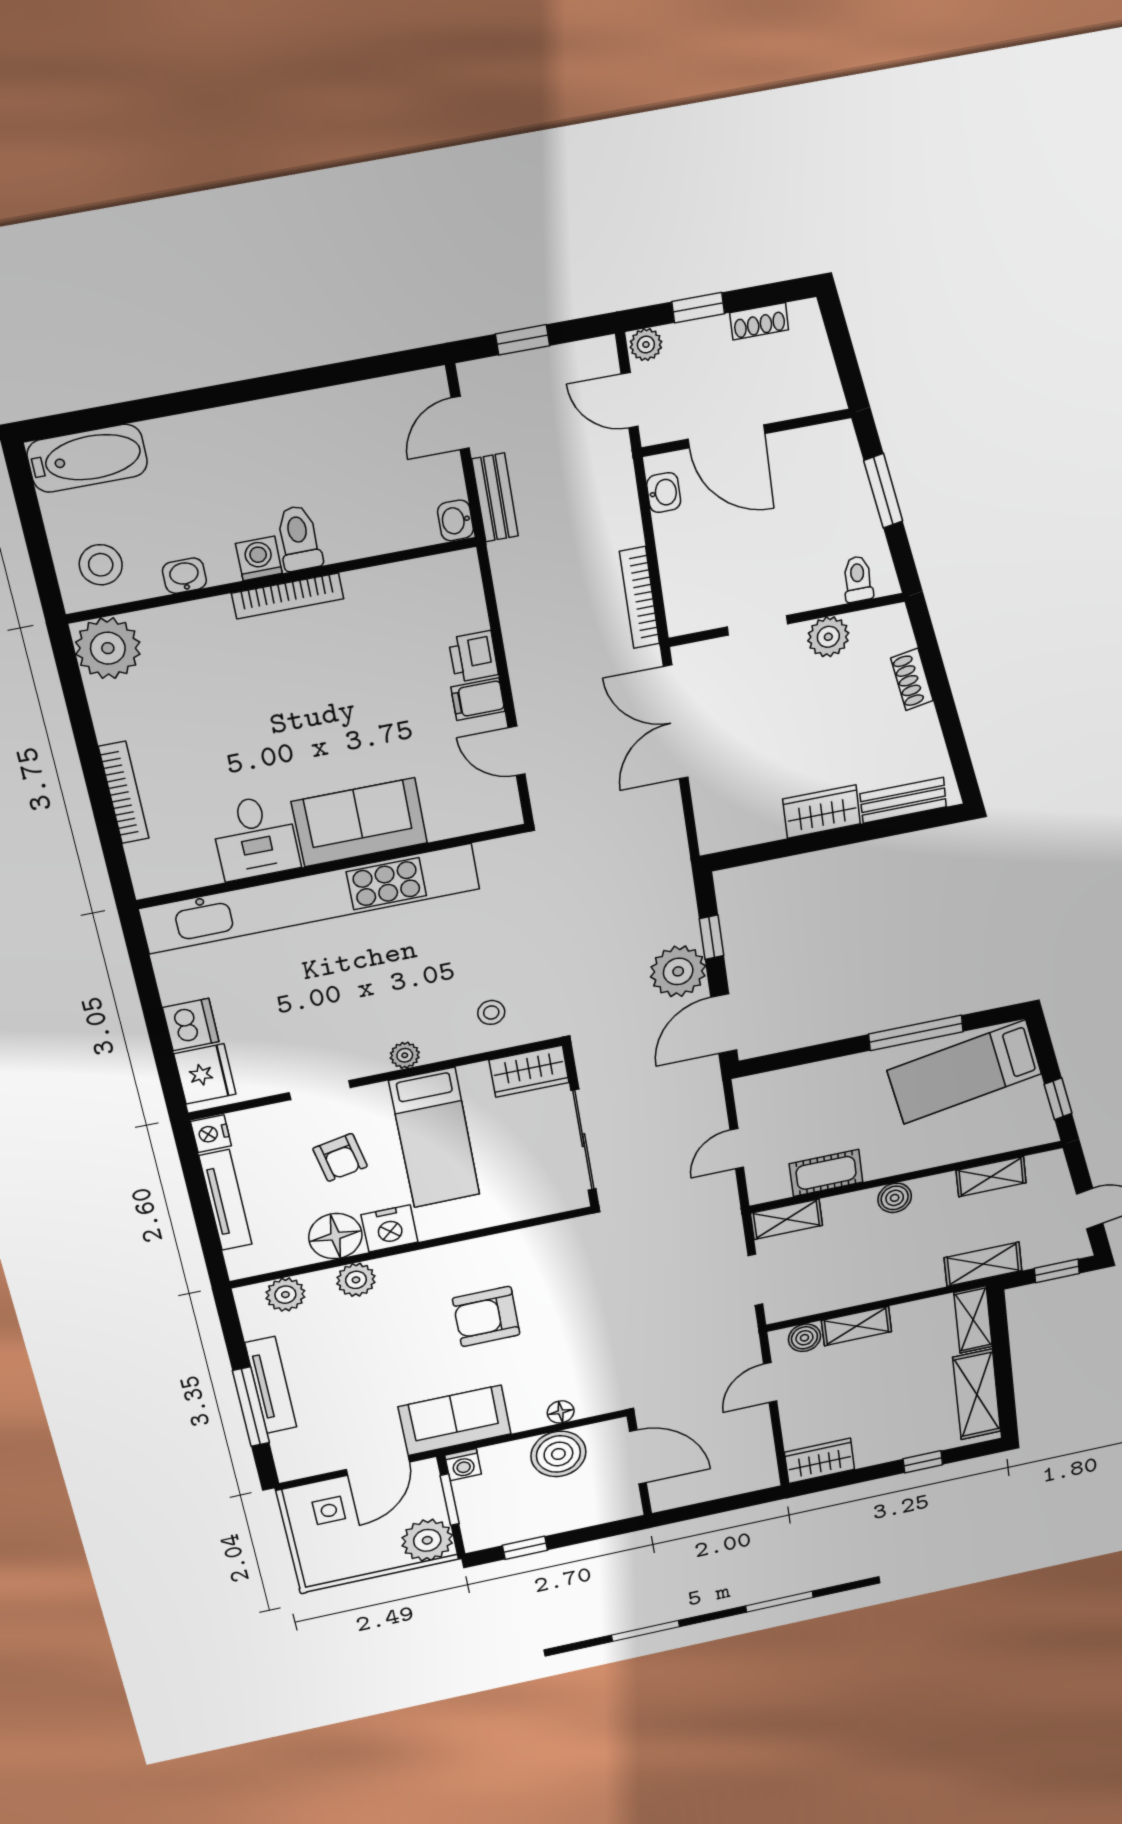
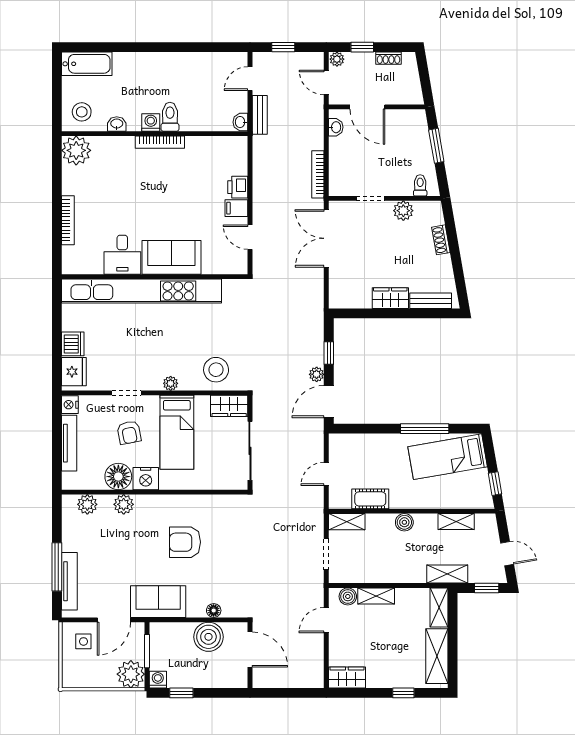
plant: (678, 971) -> (317, 374), width x0.53, depth x0.53
stool: (491, 1012) -> (216, 370), width x1.89, depth x1.89
tv unit: (271, 1385) -> (69, 581), moved
washing machine: (463, 1465) -> (158, 680), moved, turned 180

